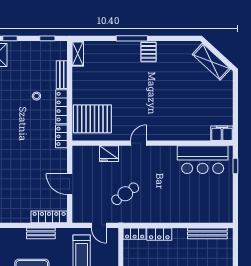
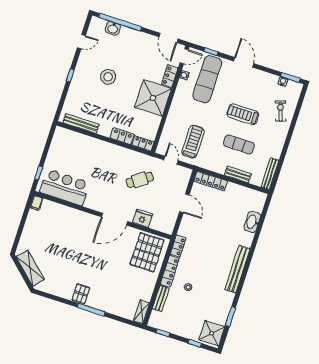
pallet: (92, 119) -> (147, 252), turned 90
filing cabinet: (222, 133) -> (36, 203), width x0.50
door: (139, 143) -> (114, 219), width x1.87
bench: (41, 233) -> (238, 175), moved

